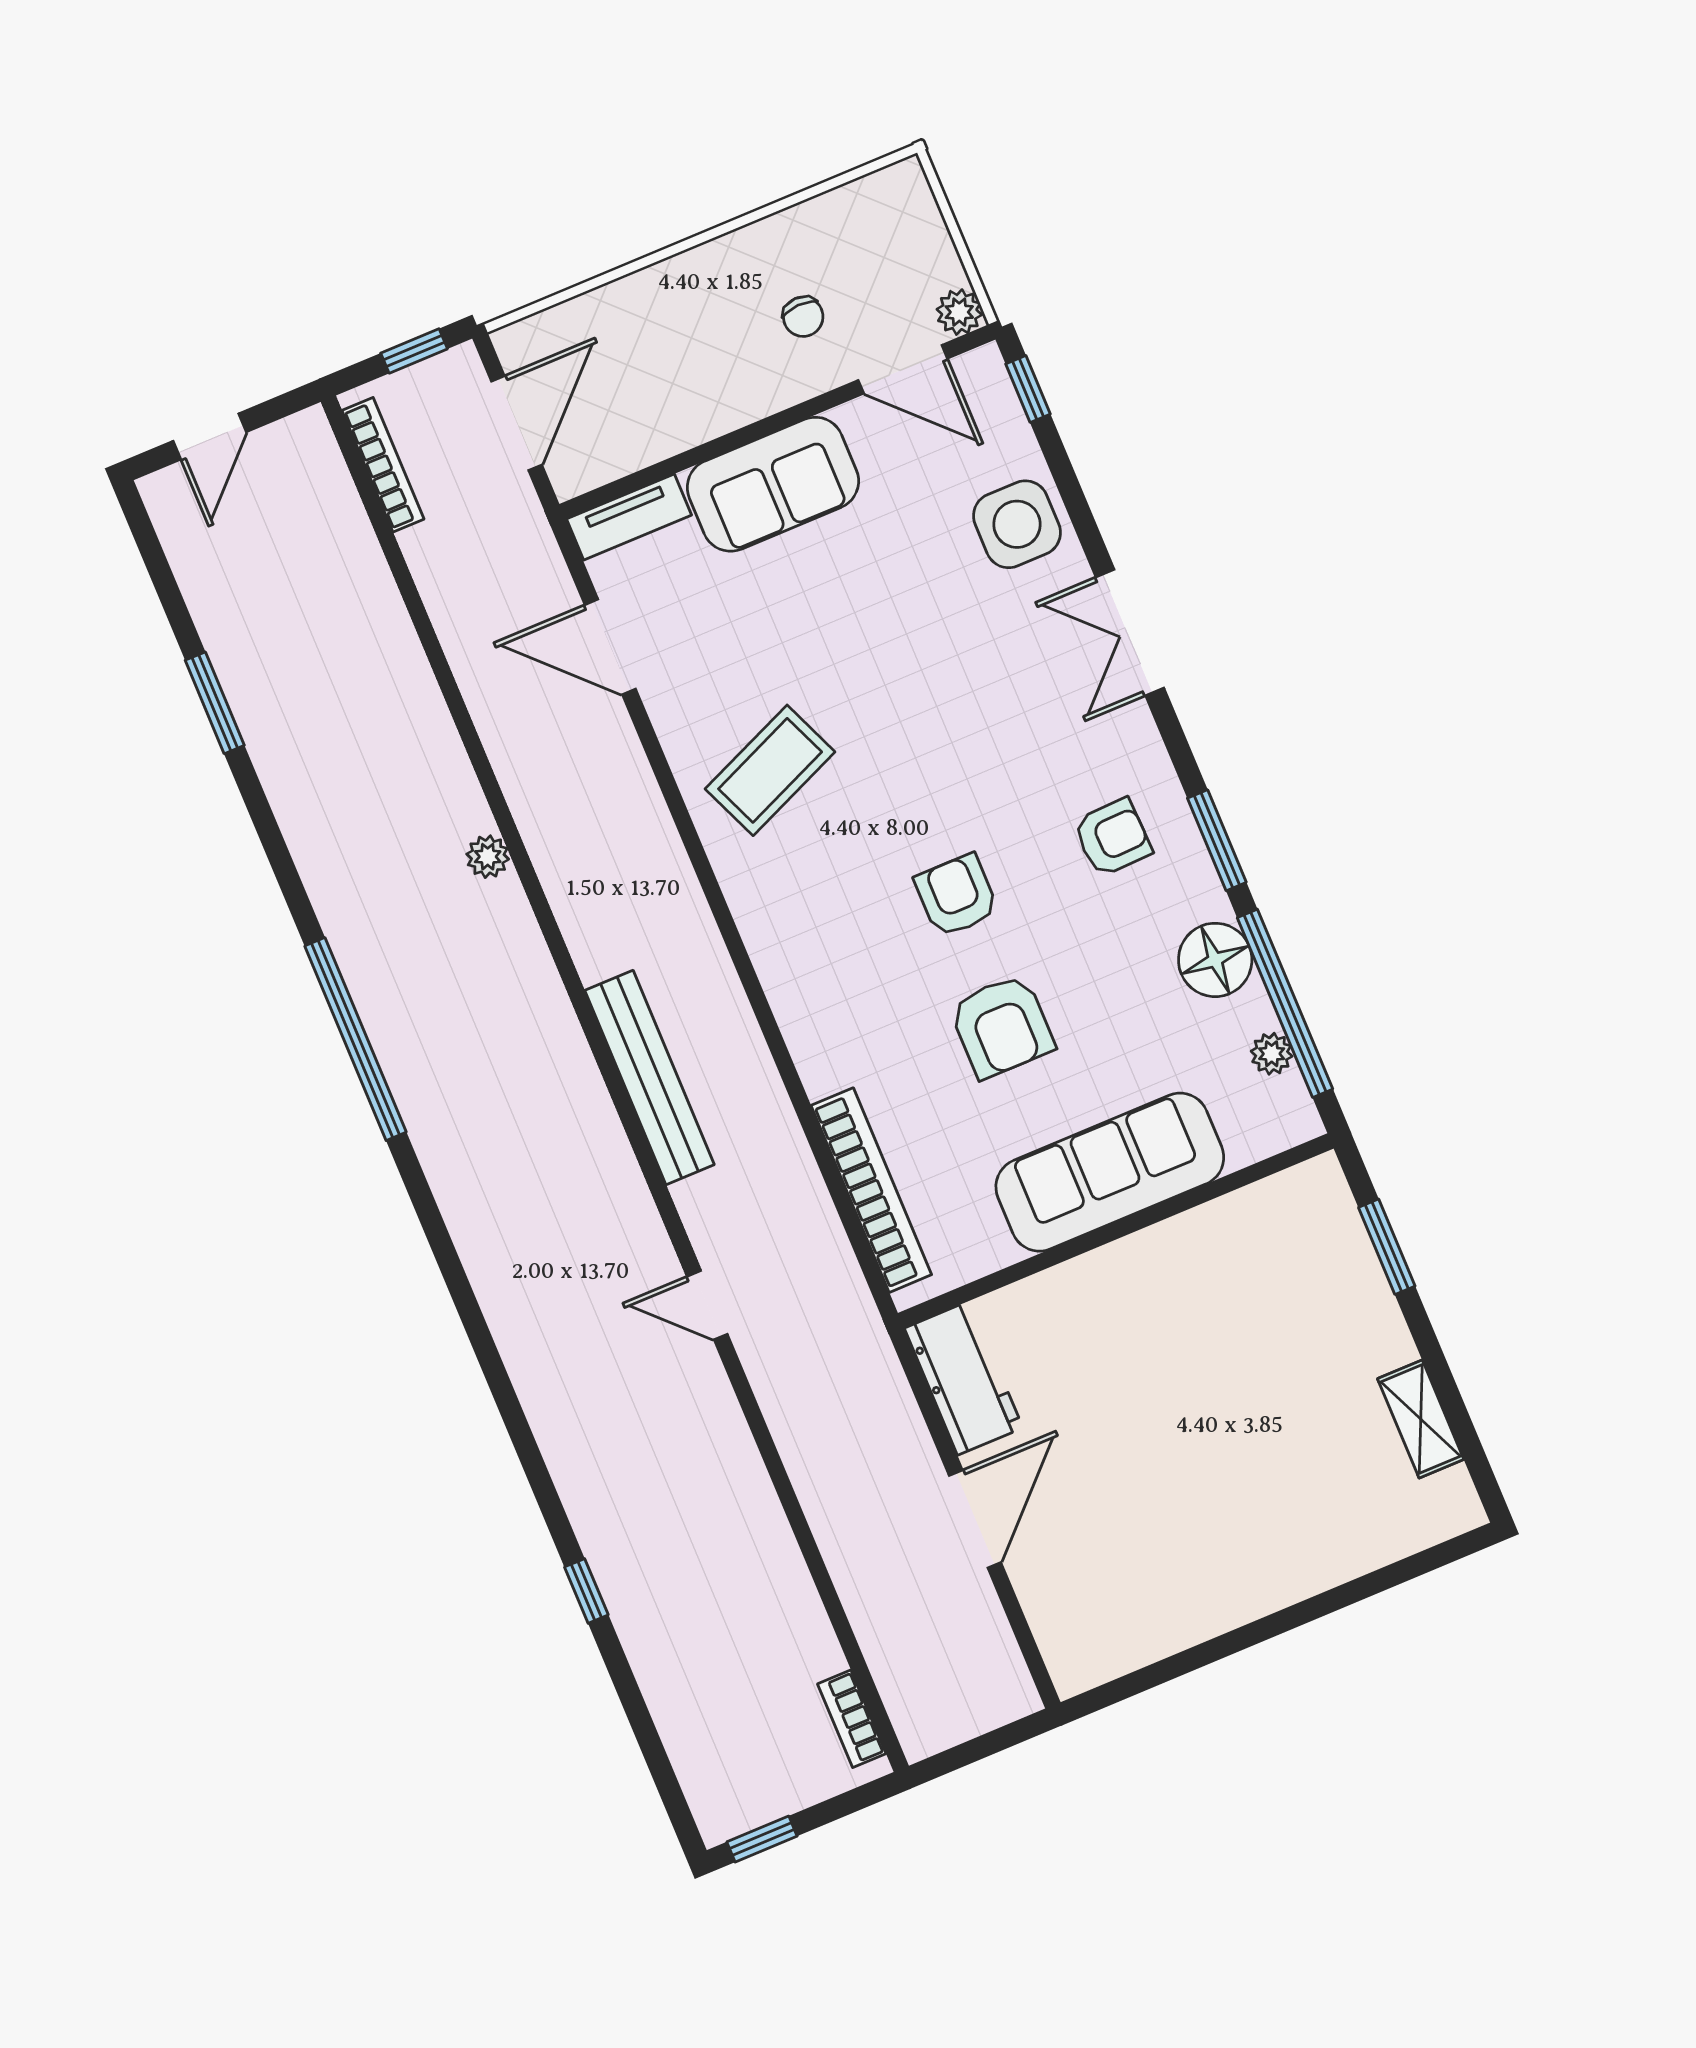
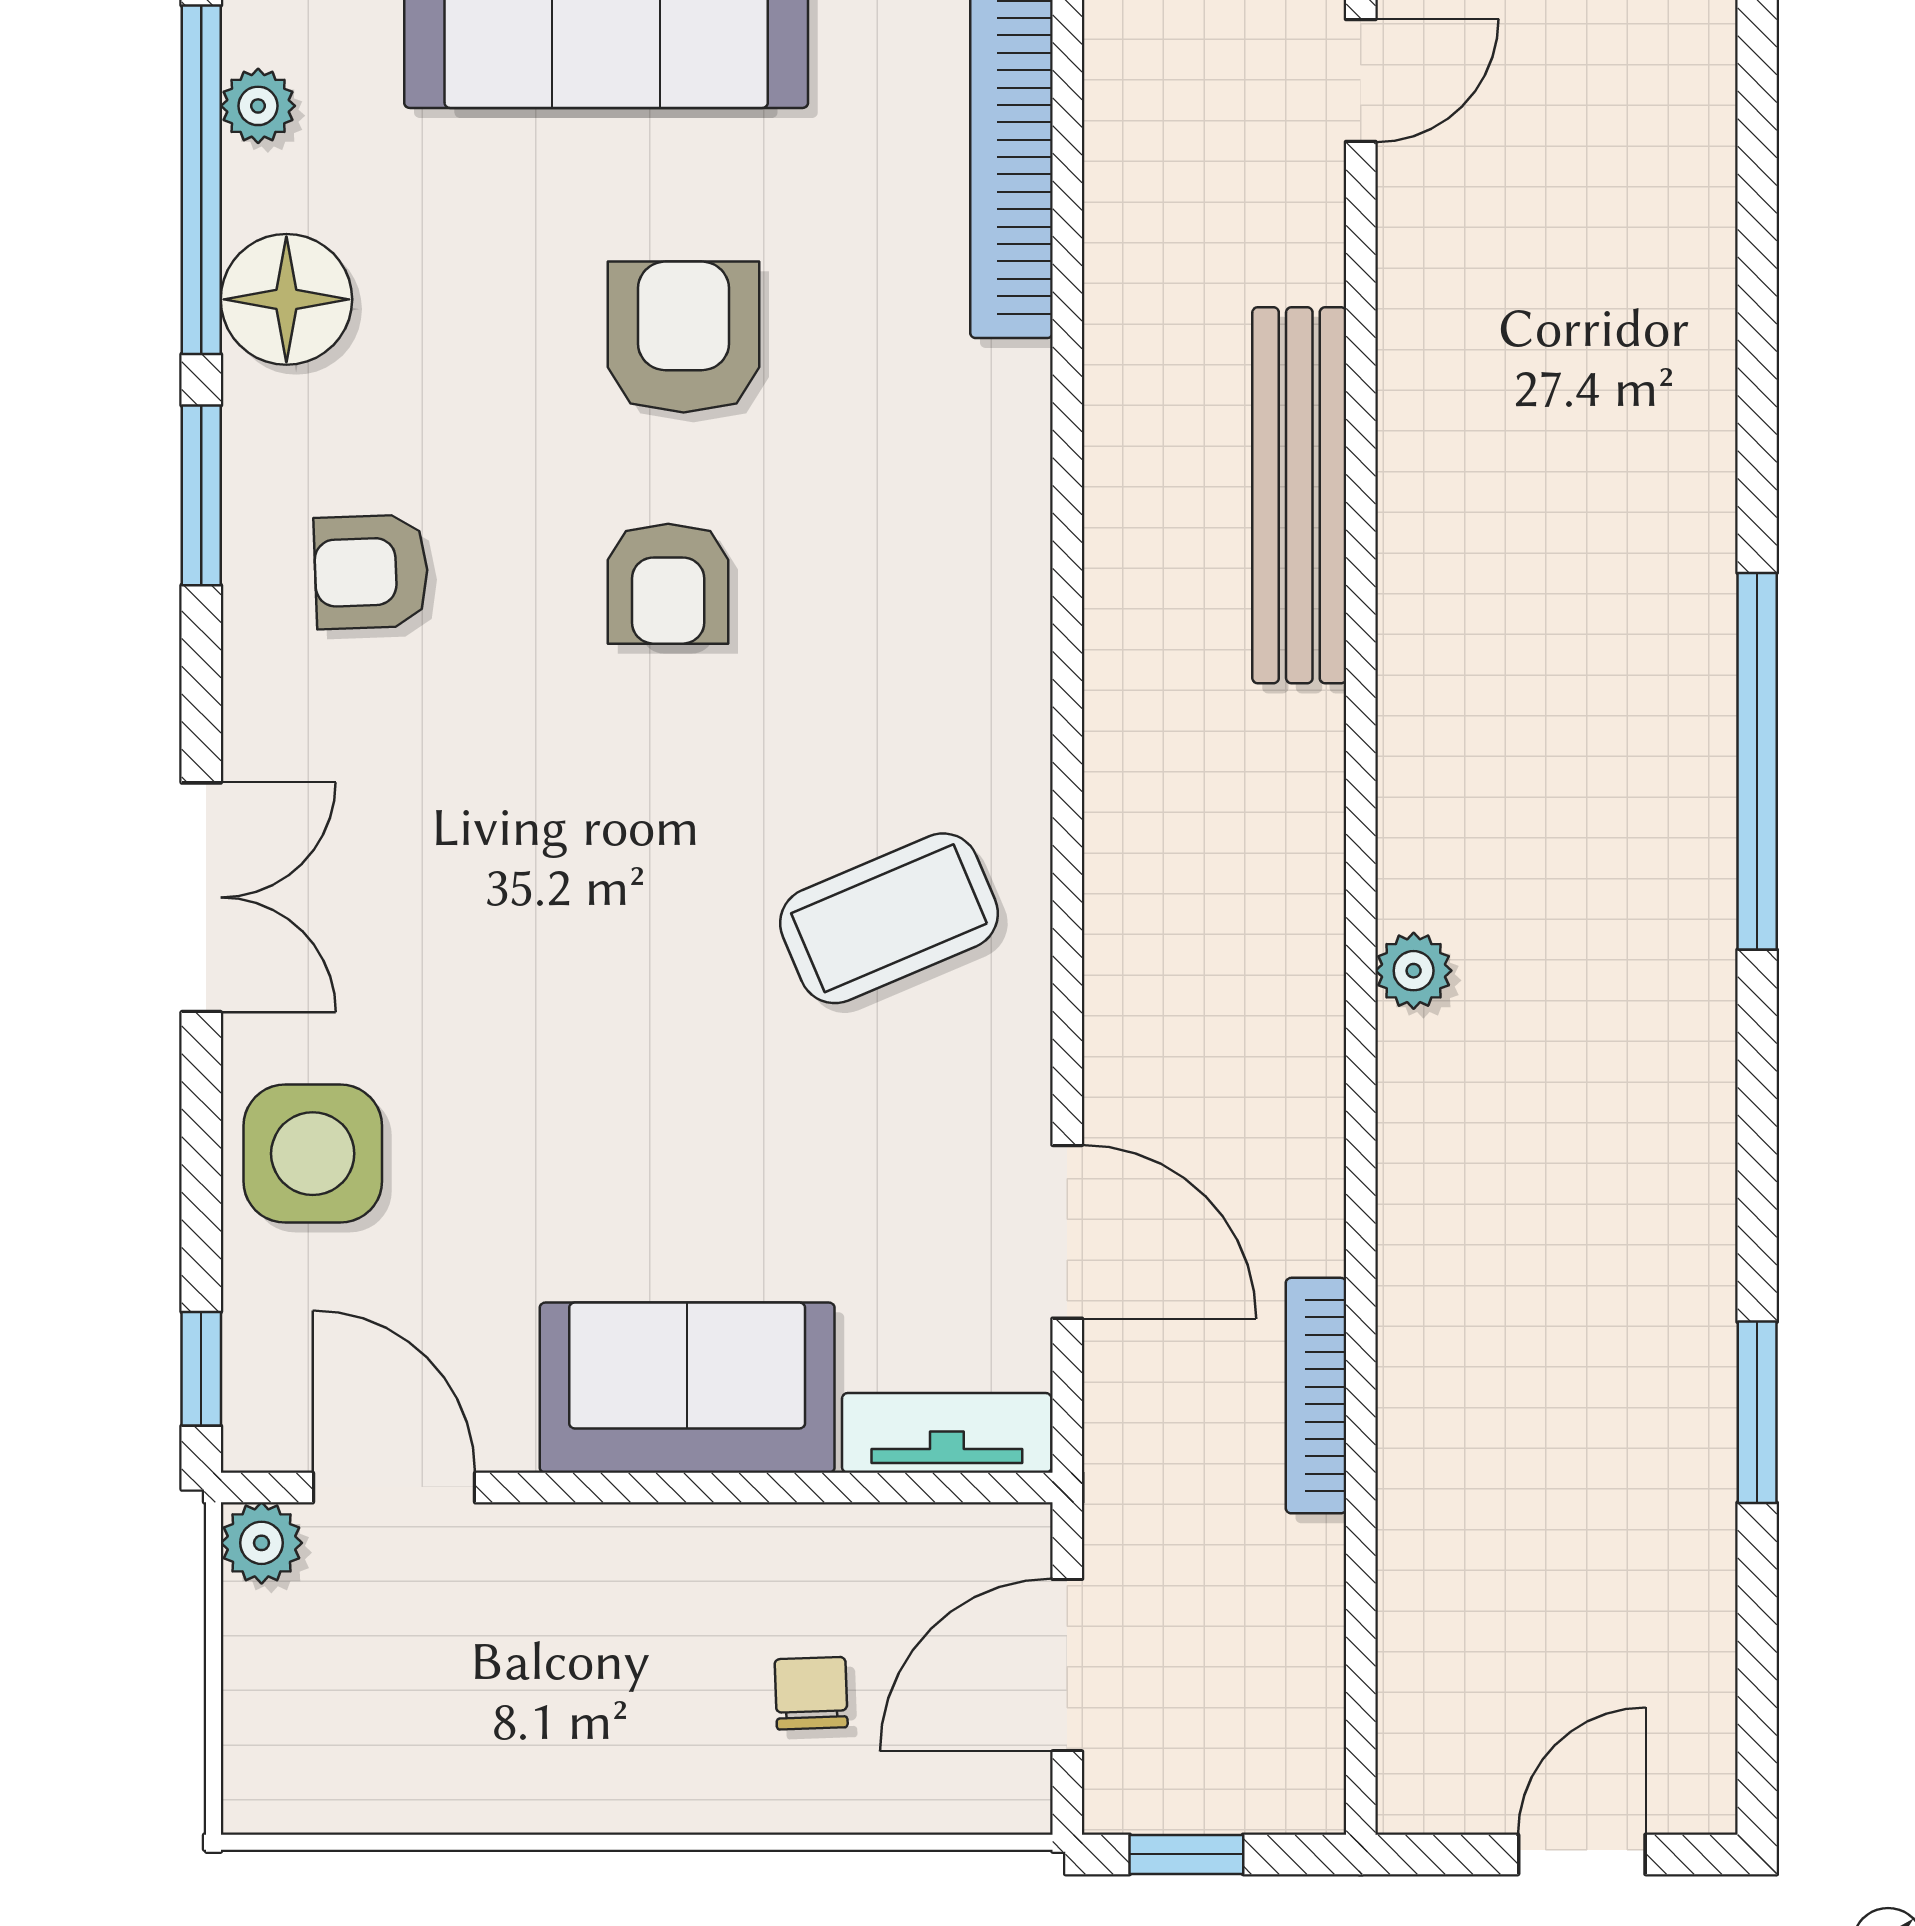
chair: (803, 317) -> (811, 1693), moved
bookcase: (383, 465) -> (1316, 1396), moved
door: (707, 1305) -> (1361, 80), hinge flipped

